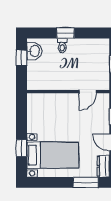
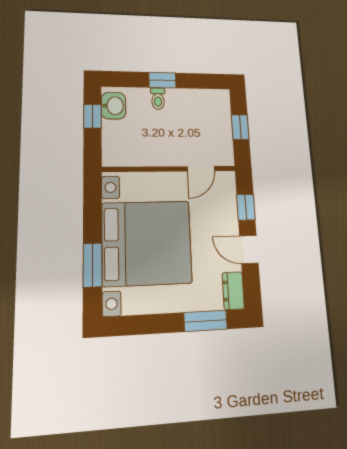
window: (22, 148) -> (93, 265), width x1.50
bed with nightstands: (53, 155) -> (147, 243), width x1.85

